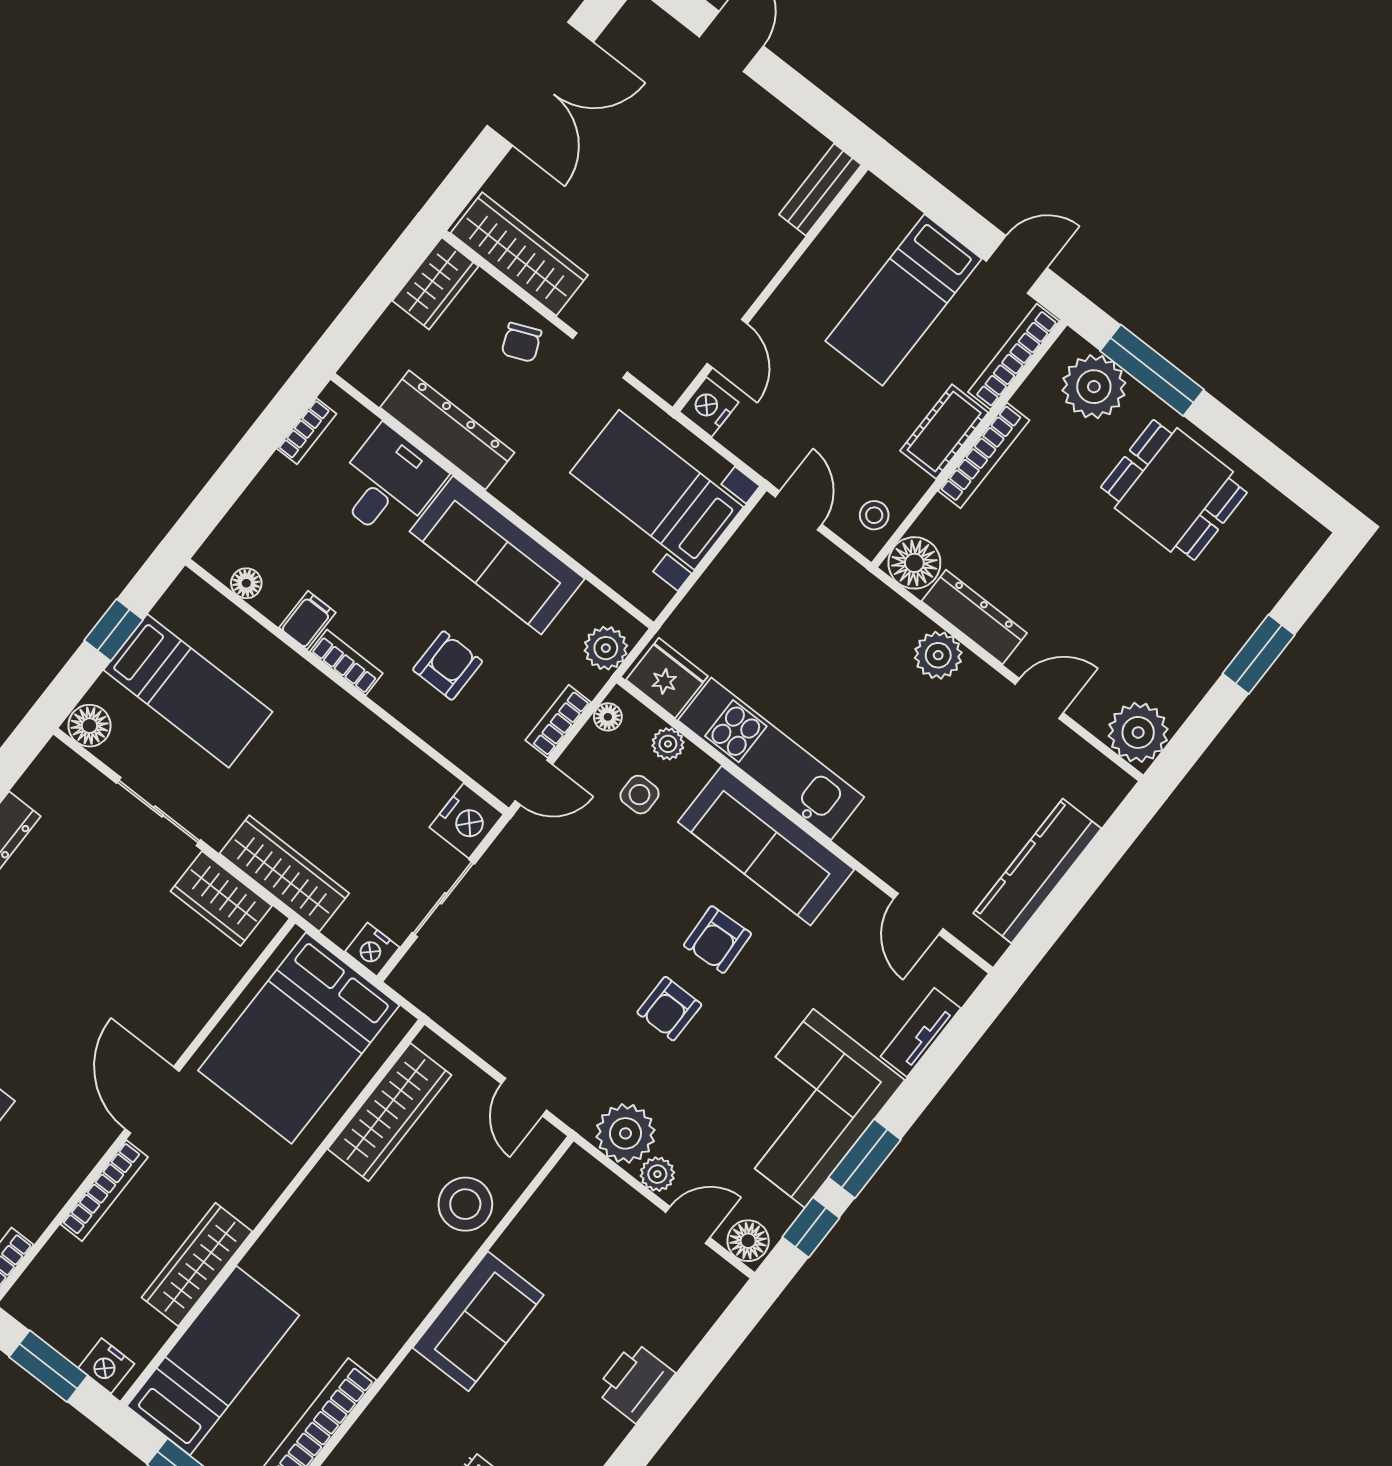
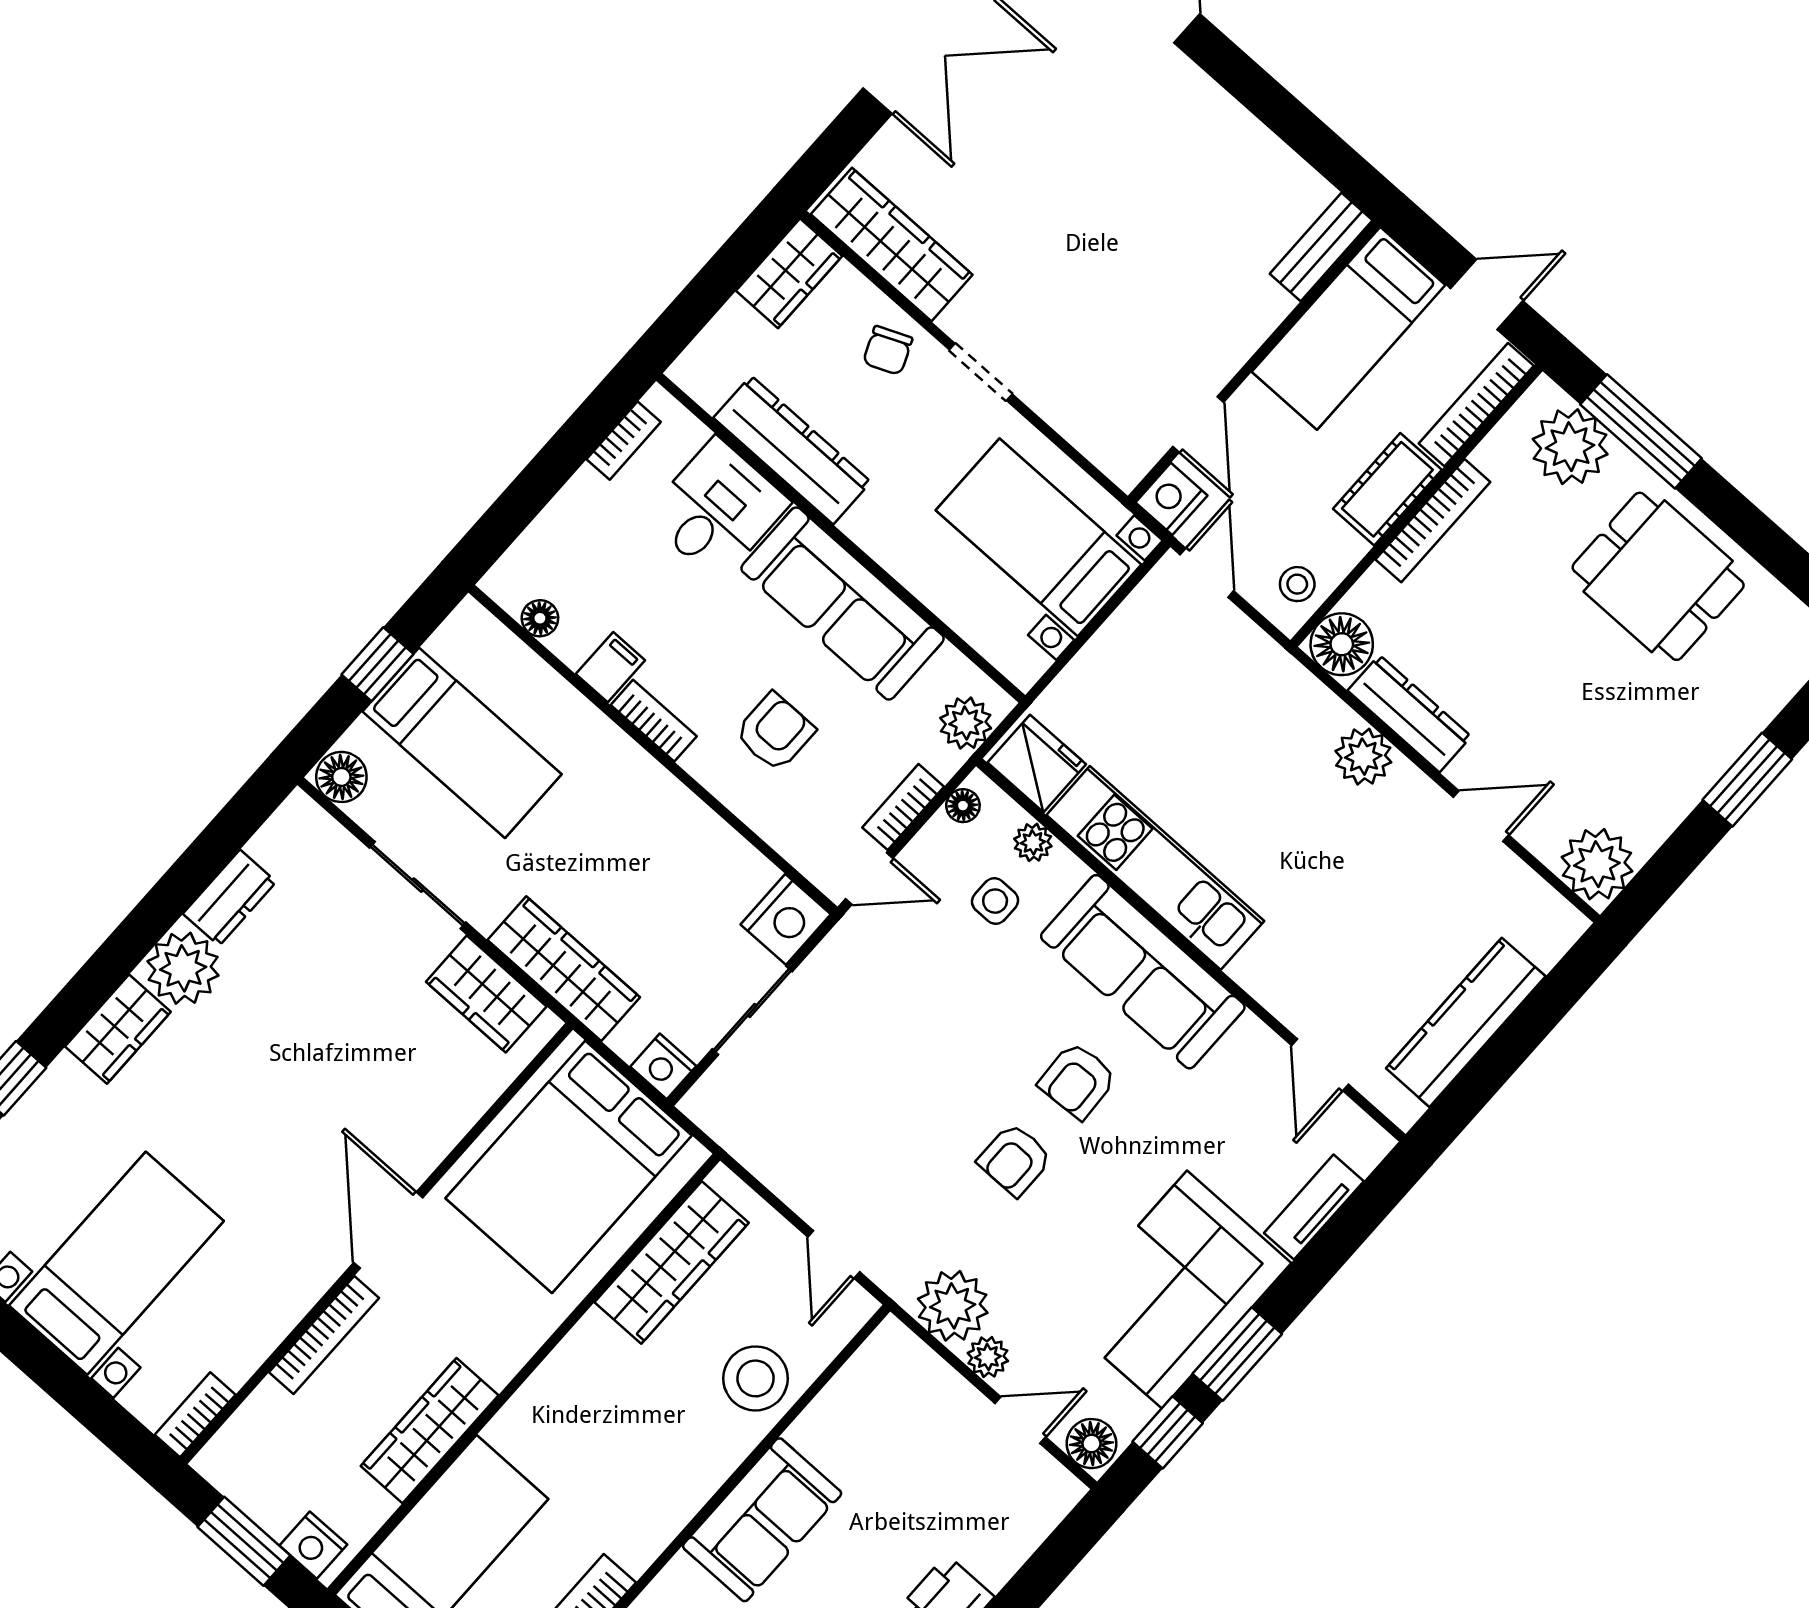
bench: (820, 190) -> (1321, 247), moved
wall: (770, 288) -> (1254, 361), moved
door: (727, 344) -> (1198, 424), moved
nightstand: (709, 407) -> (1172, 499), moved

